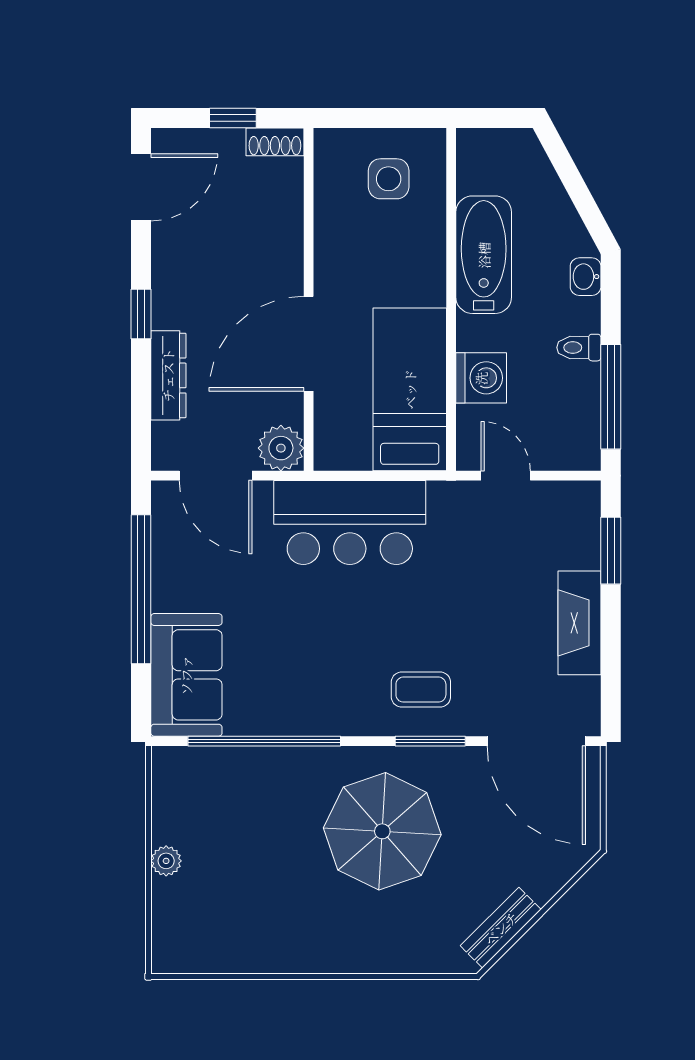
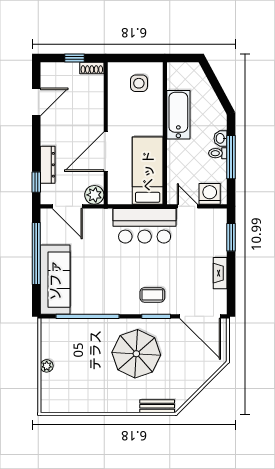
door: (141, 187) -> (36, 102), moved
washbasin: (586, 277) -> (221, 138), moved
window: (141, 314) -> (36, 182), moved
washing machine: (481, 378) -> (210, 194), moved, turned -90
window: (611, 397) -> (231, 157), moved
bar counter: (350, 523) -> (145, 226), moved
fireplace: (579, 623) -> (220, 273), width x0.73, depth x0.76
sofa: (186, 675) -> (55, 280), width x1.36
bench: (501, 928) -> (157, 406), moved, turned 45

